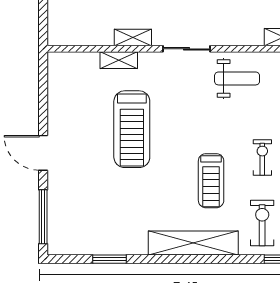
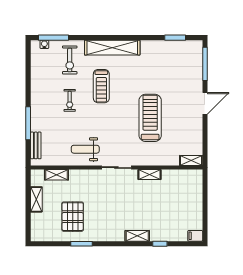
shelving: (119, 60) -> (191, 161), moved
door: (43, 153) -> (205, 103), hinge flipped
treadmill: (211, 181) -> (101, 86), turned 180
window: (110, 259) -> (175, 38), moved

